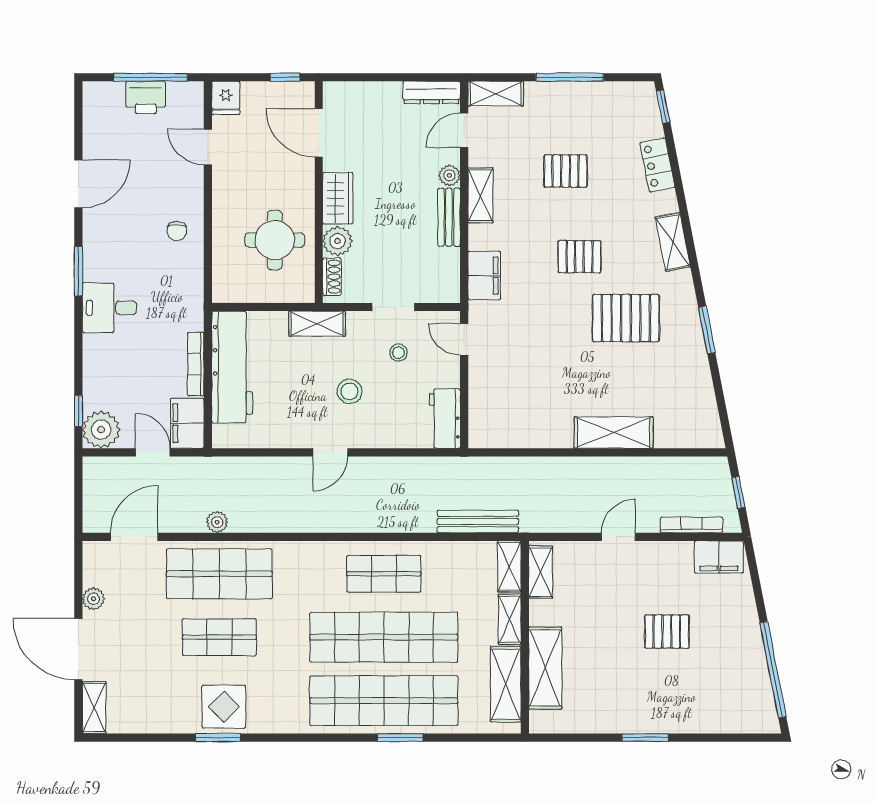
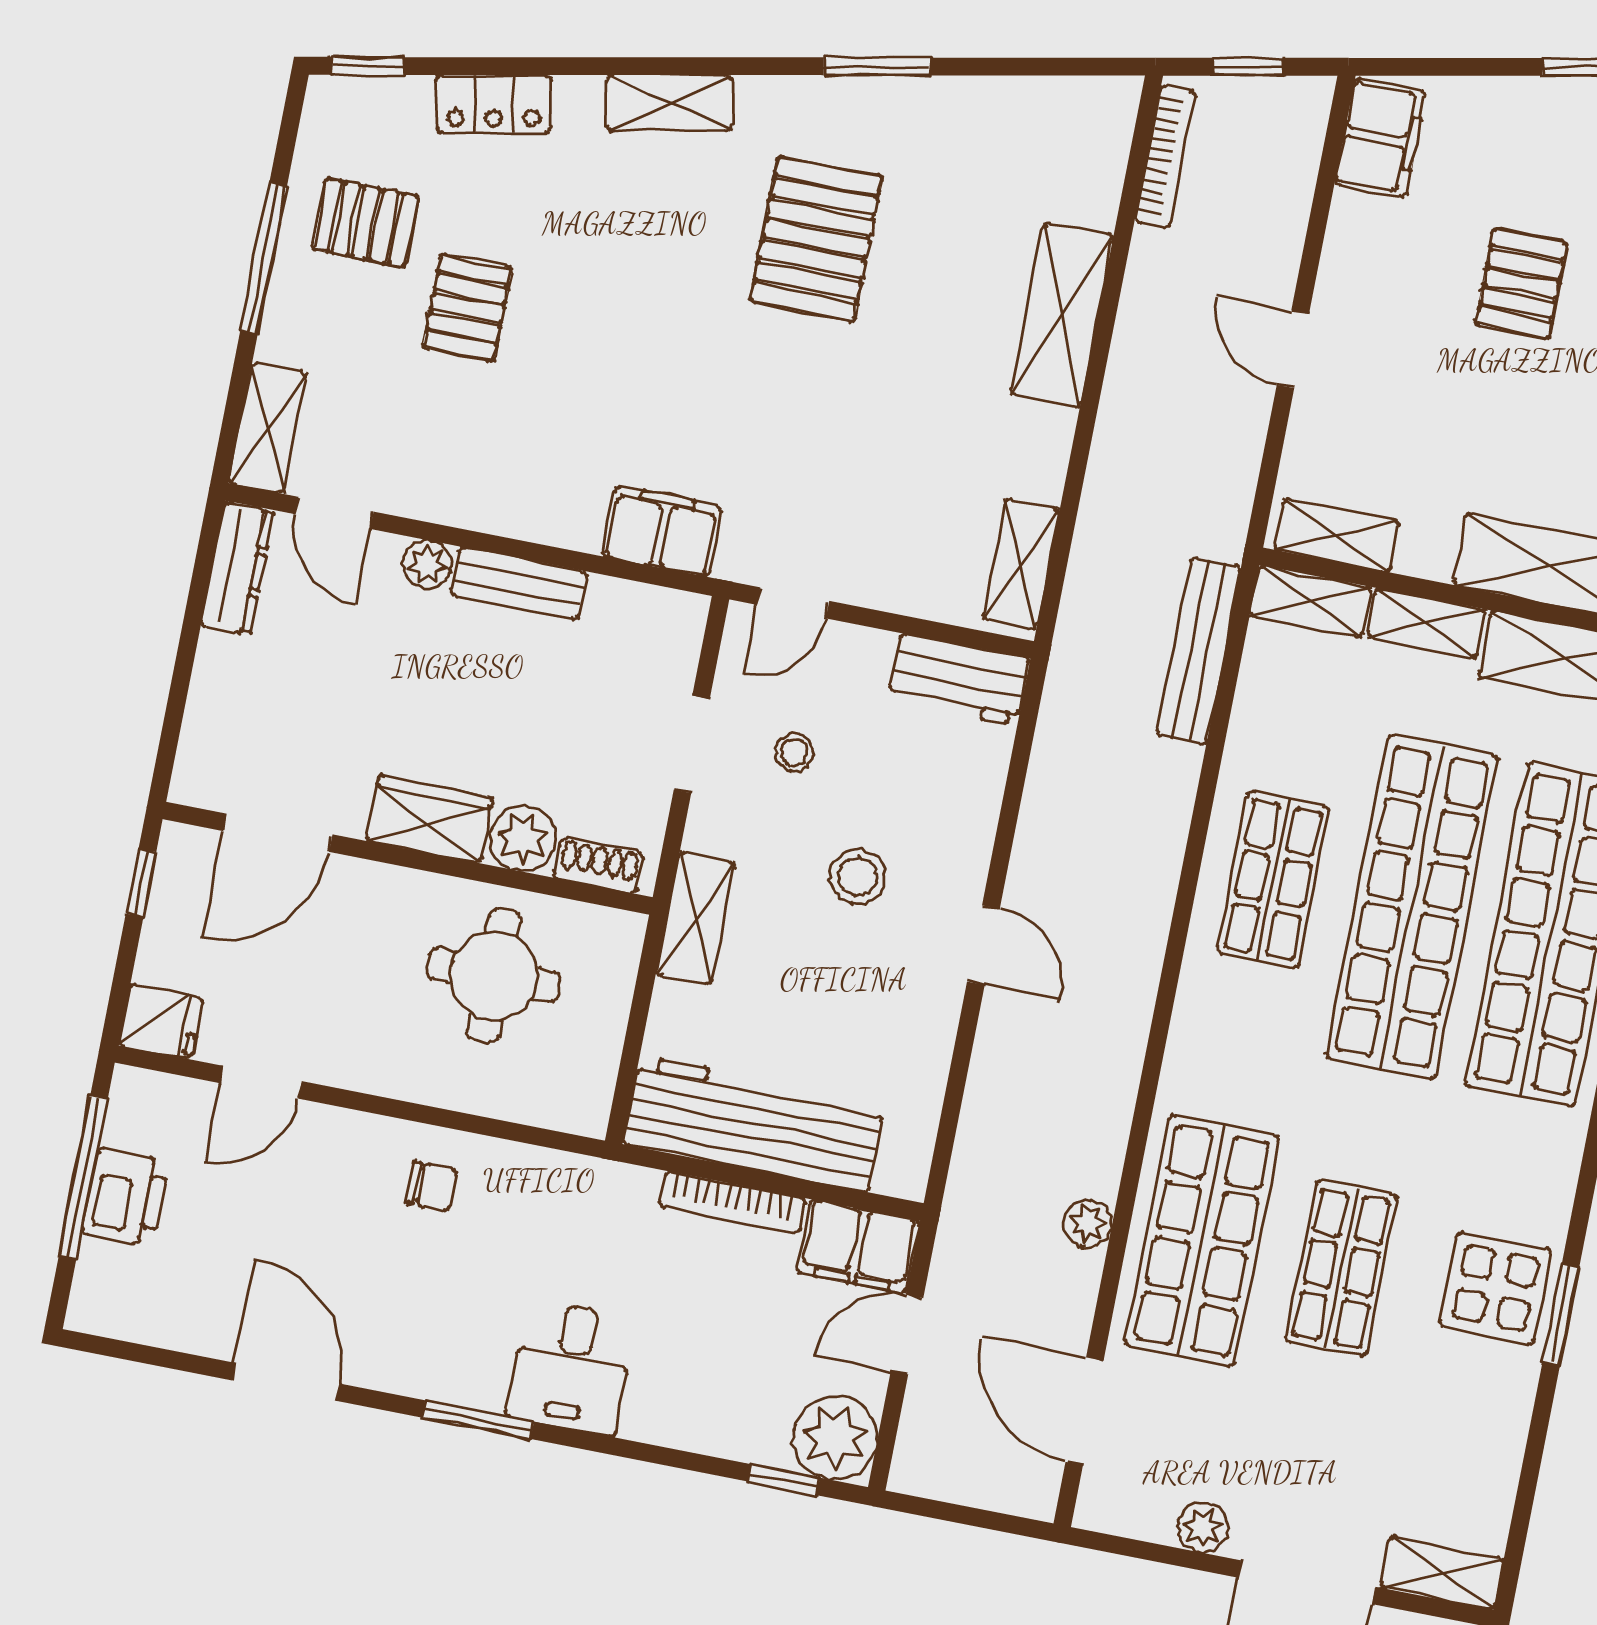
shelving: (480, 195) -> (1021, 564), moved, turned 90
pallet: (579, 257) -> (365, 223), moved, turned 90
bookcase: (691, 525) -> (1165, 157), moved, turned 180

